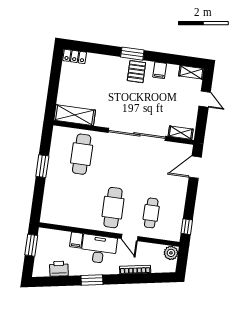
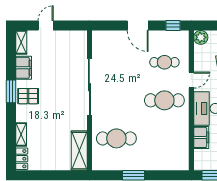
window: (132, 54) -> (11, 91), moved
filing cabinet: (160, 70) -> (24, 68), width x2.00
shelving: (181, 133) -> (21, 134), moved
door: (195, 167) -> (138, 25), moved
filing cabinet: (76, 240) -> (201, 137), width x2.00

